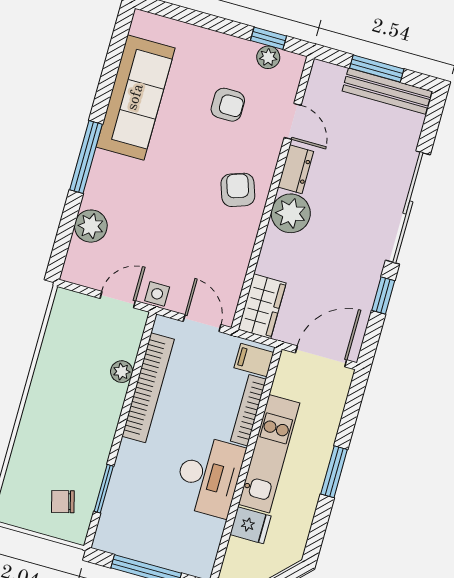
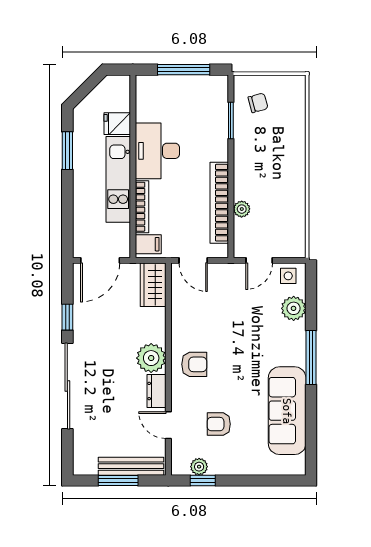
bench: (387, 91) -> (131, 466), moved
armchair: (238, 190) -> (194, 364), turned -71
side table: (157, 294) -> (288, 276), moved
window: (334, 472) -> (67, 151), moved

